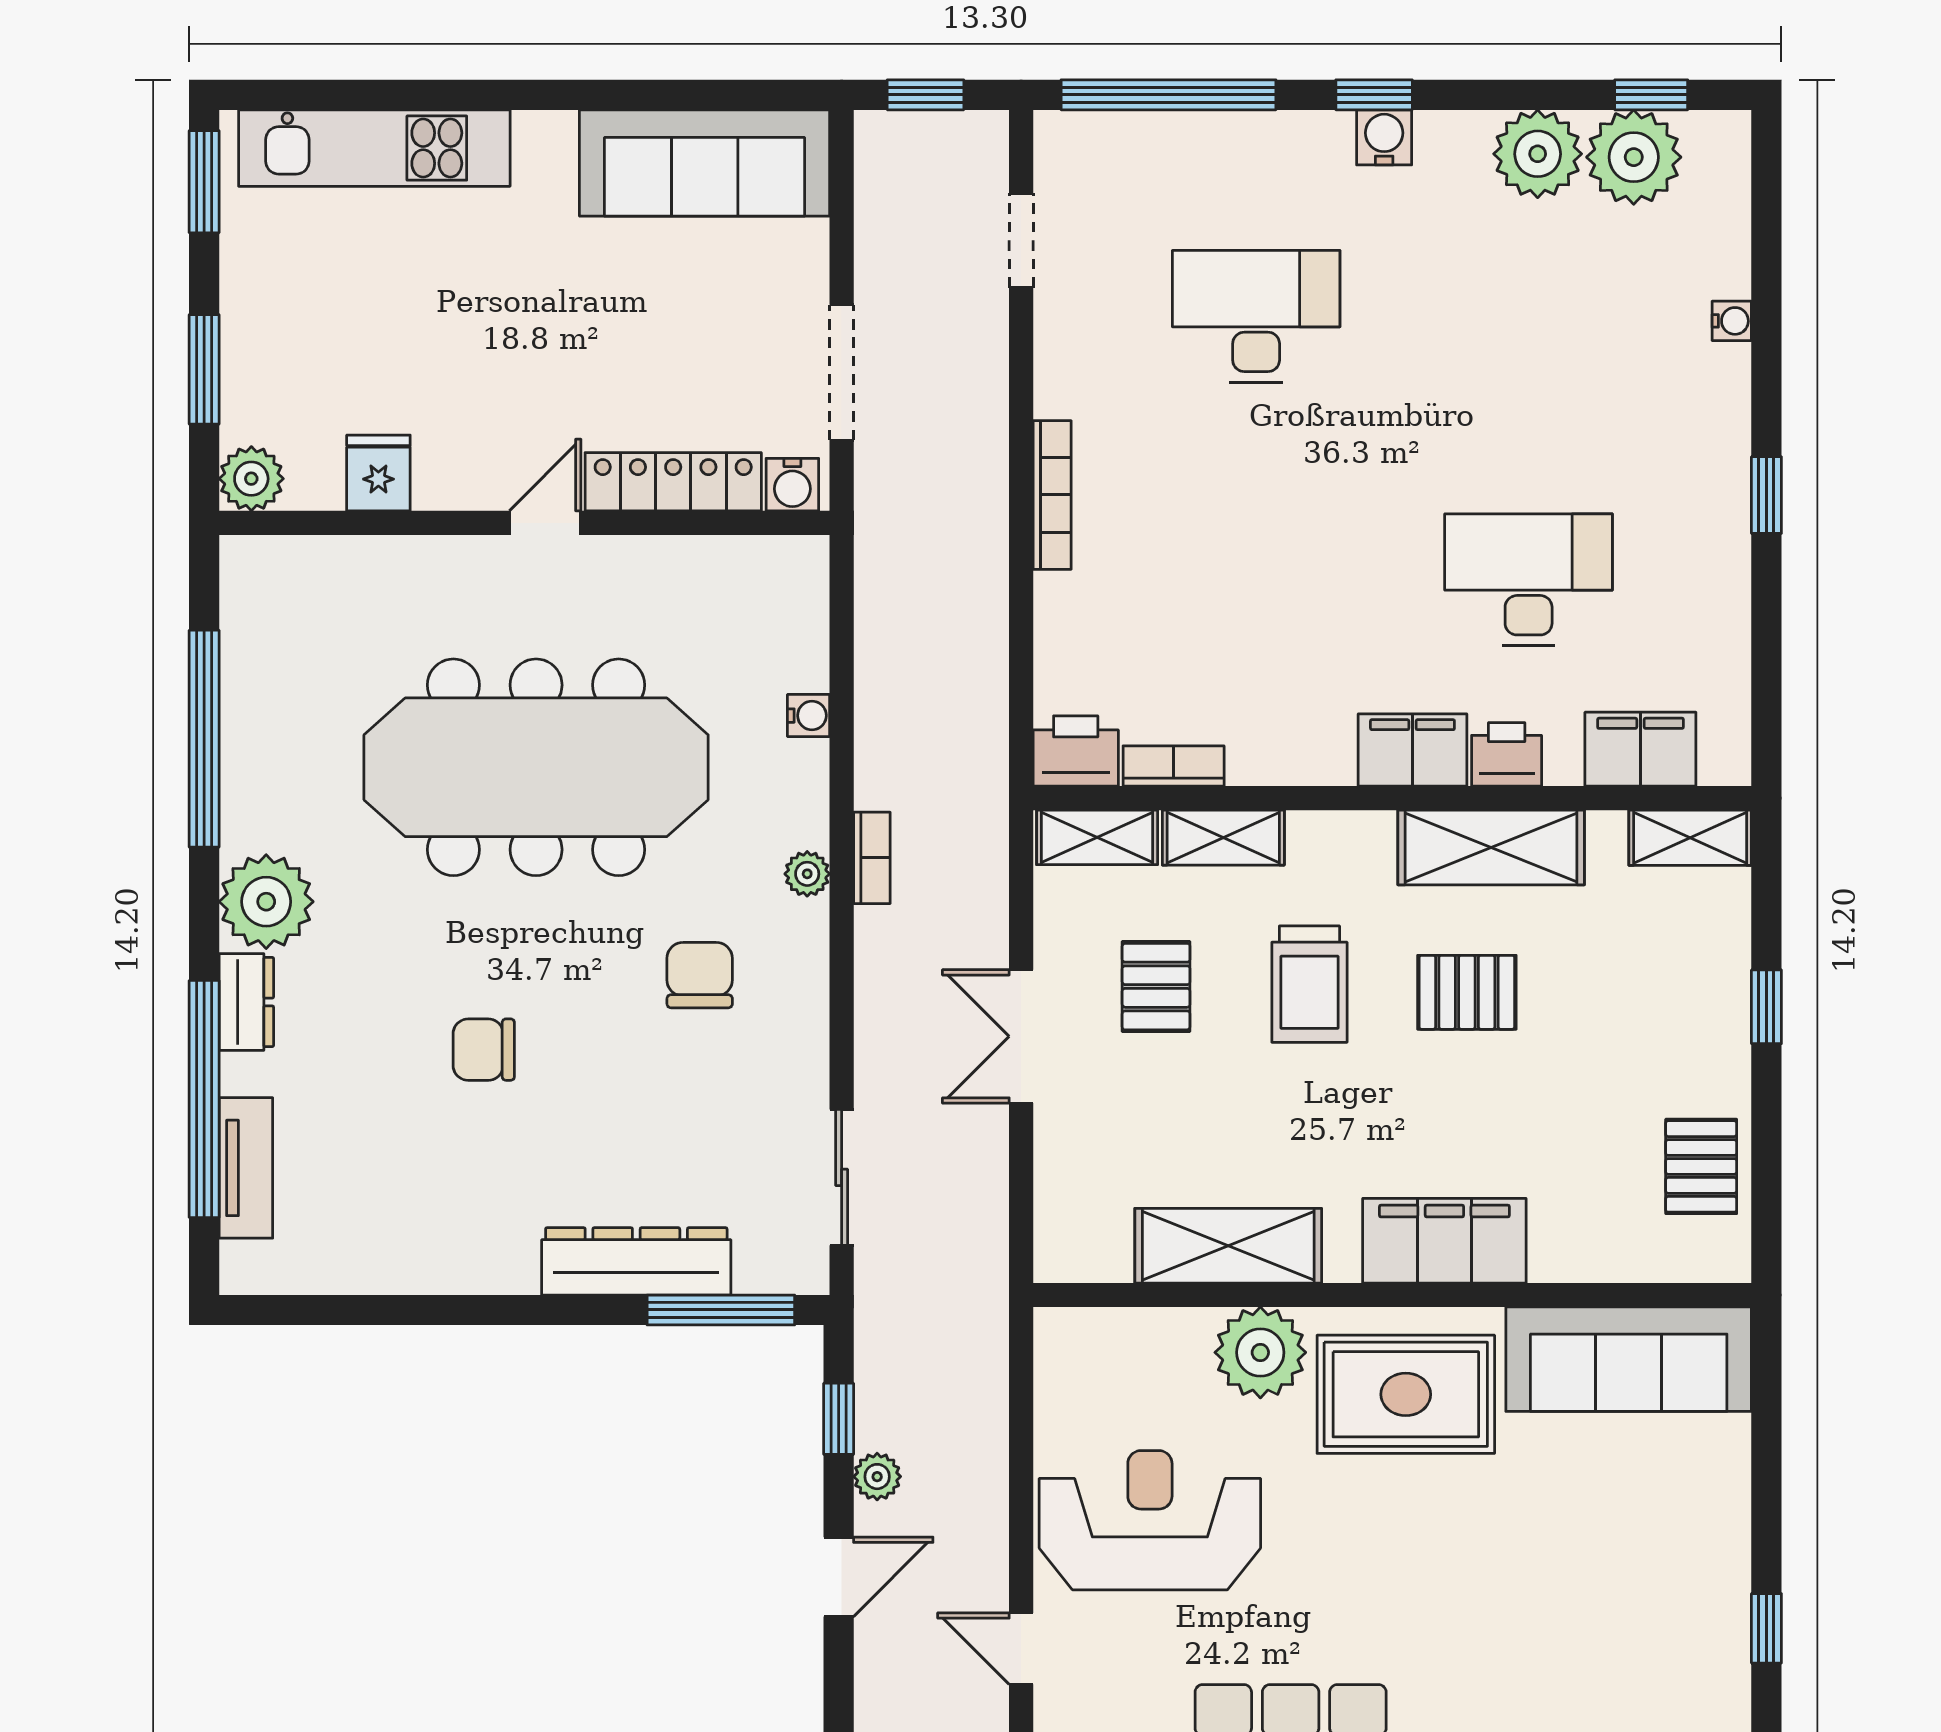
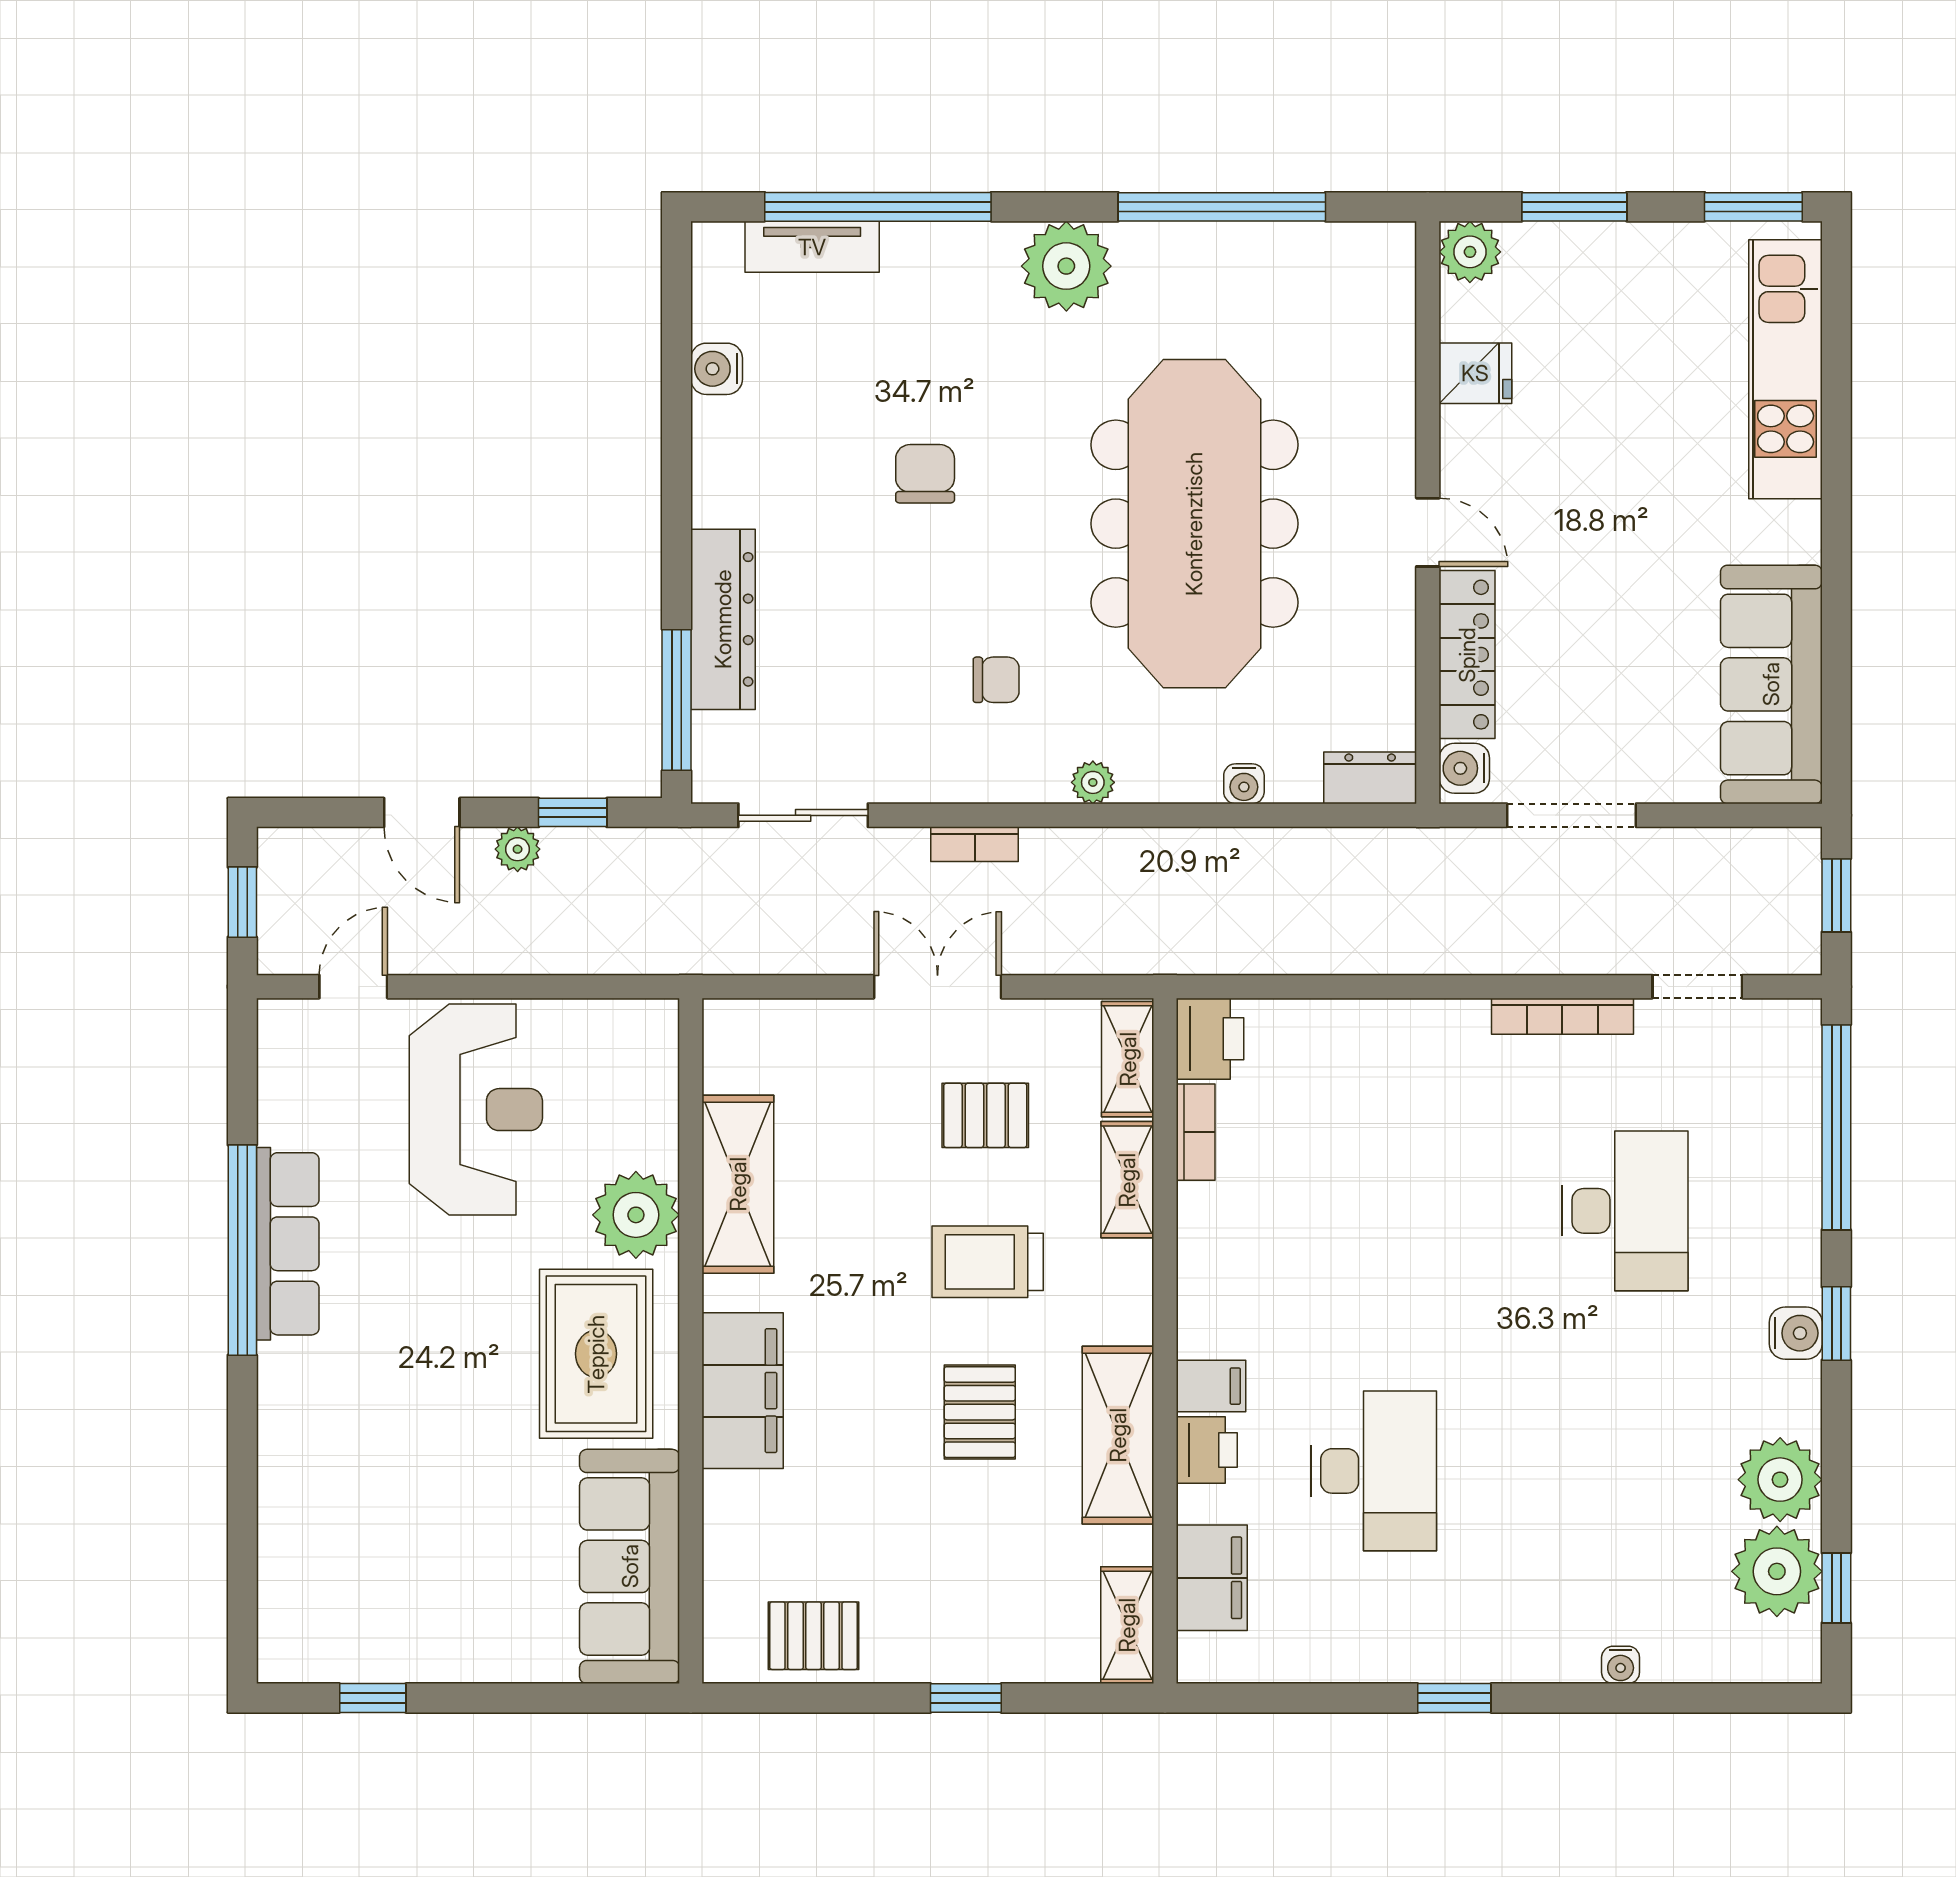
bookcase: (1052, 495) -> (1562, 1016), moved
filing cabinet: (1412, 750) -> (1211, 1386), width x0.50
bookcase: (872, 858) -> (975, 844), moved
chair: (700, 975) -> (996, 680), width x0.73, depth x0.73
dresser: (246, 1002) -> (1370, 778), moved, turned 180
water cooler: (374, 1268) -> (717, 369), added

